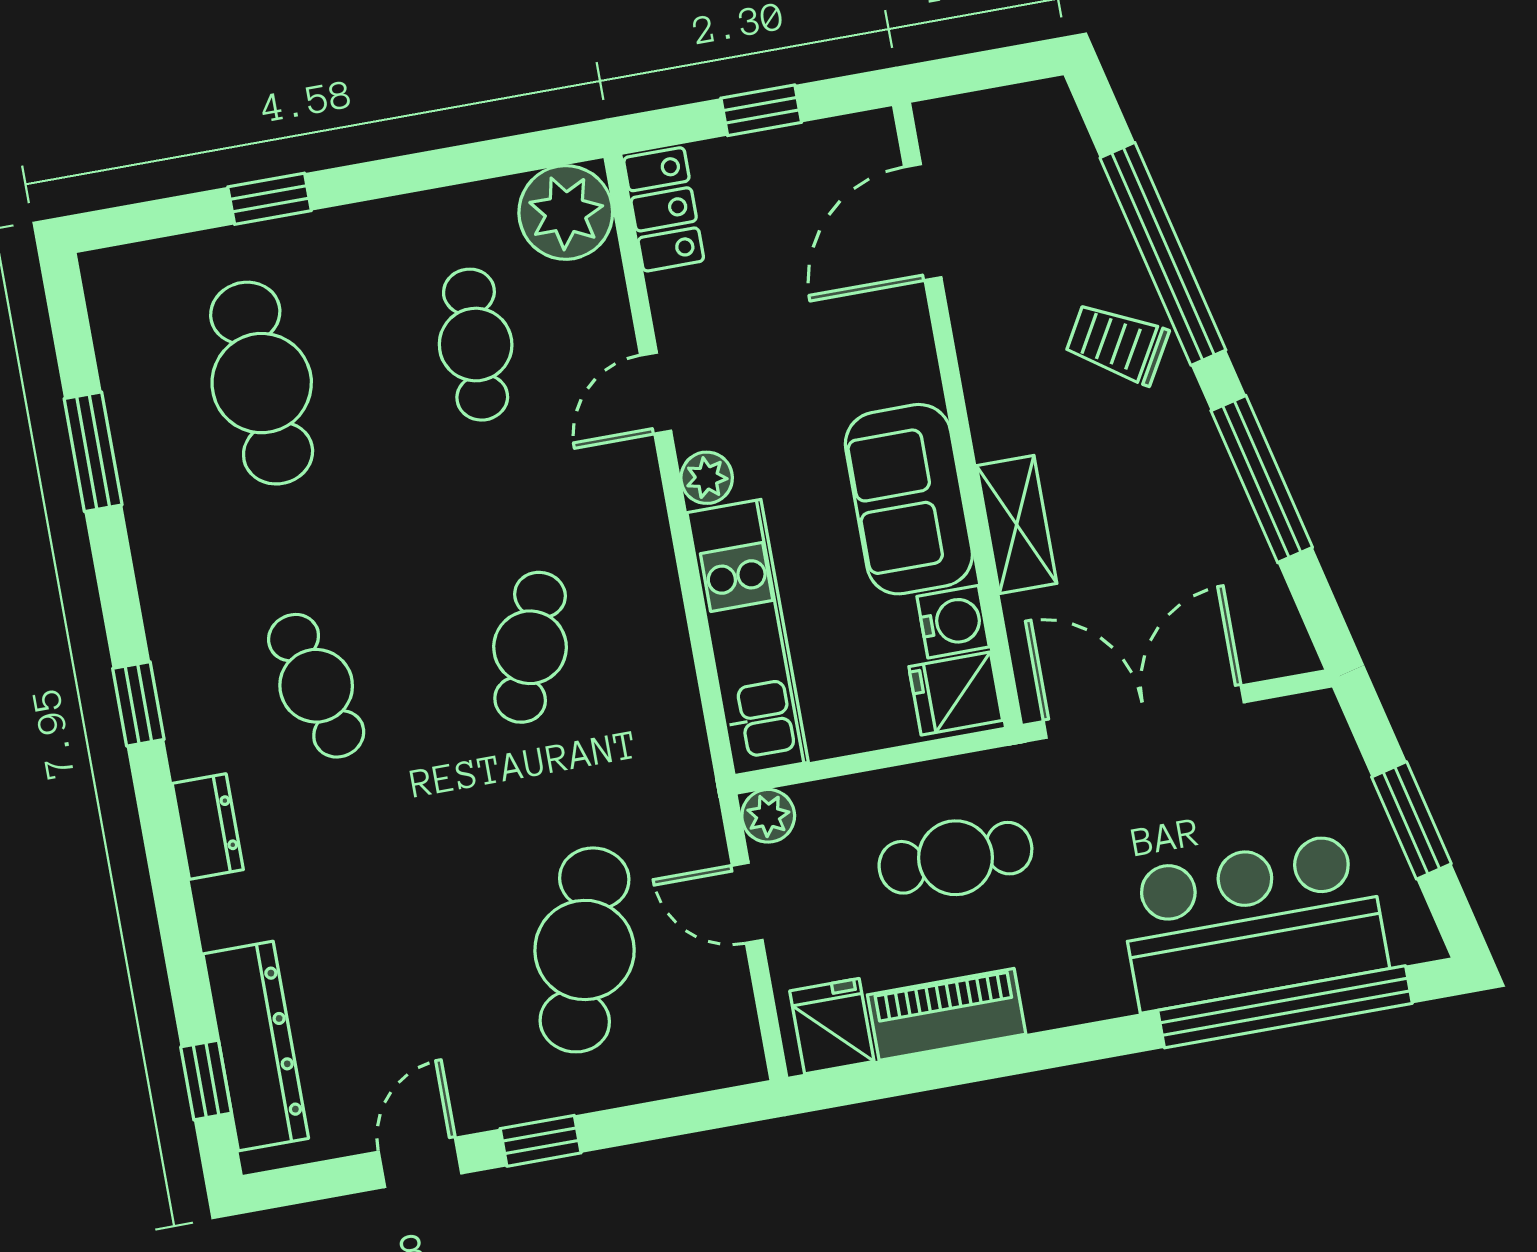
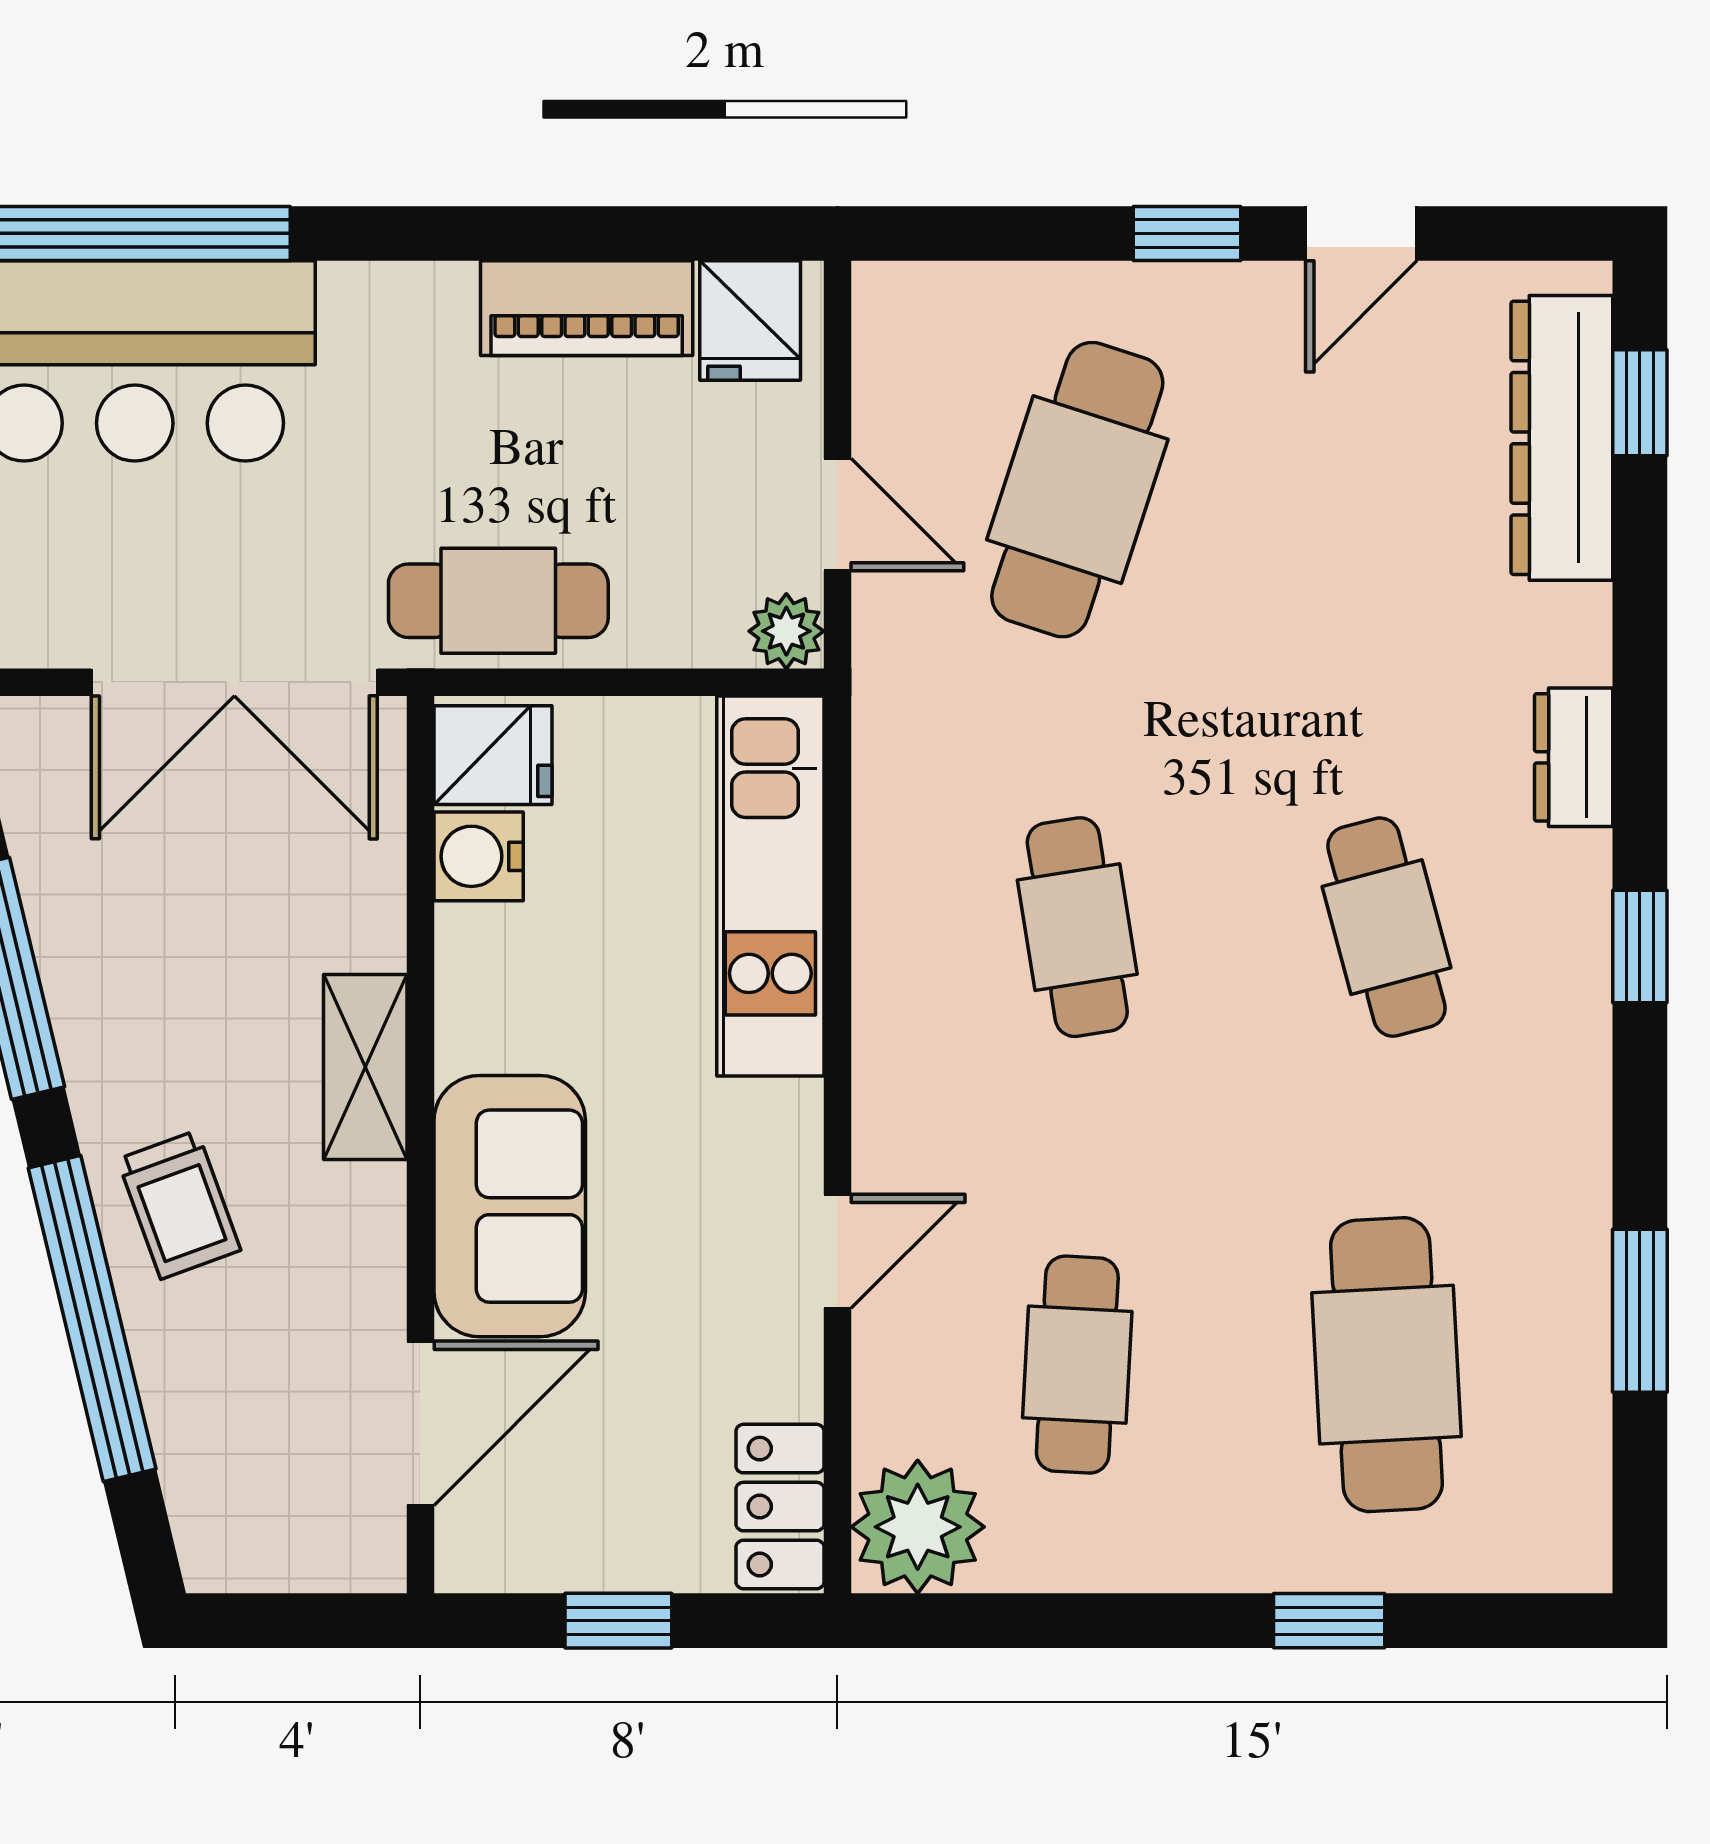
trolley: (1117, 343) -> (179, 1205), turned 40
plant: (707, 478) -> (787, 1120), removed
sofa: (909, 499) -> (510, 1206), moved
shelving: (1017, 525) -> (365, 1067), moved
cafe table: (530, 647) -> (1077, 927), turned -30
cafe table: (955, 858) -> (498, 601), moved

